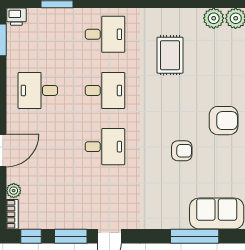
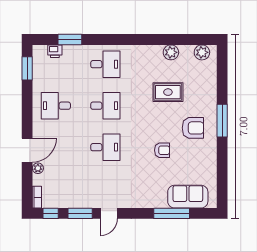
printer: (16, 17) -> (55, 51), moved
plant: (214, 18) -> (171, 52), moved
rug: (170, 55) -> (168, 92), moved, turned 90
plant: (14, 191) -> (38, 168), moved

